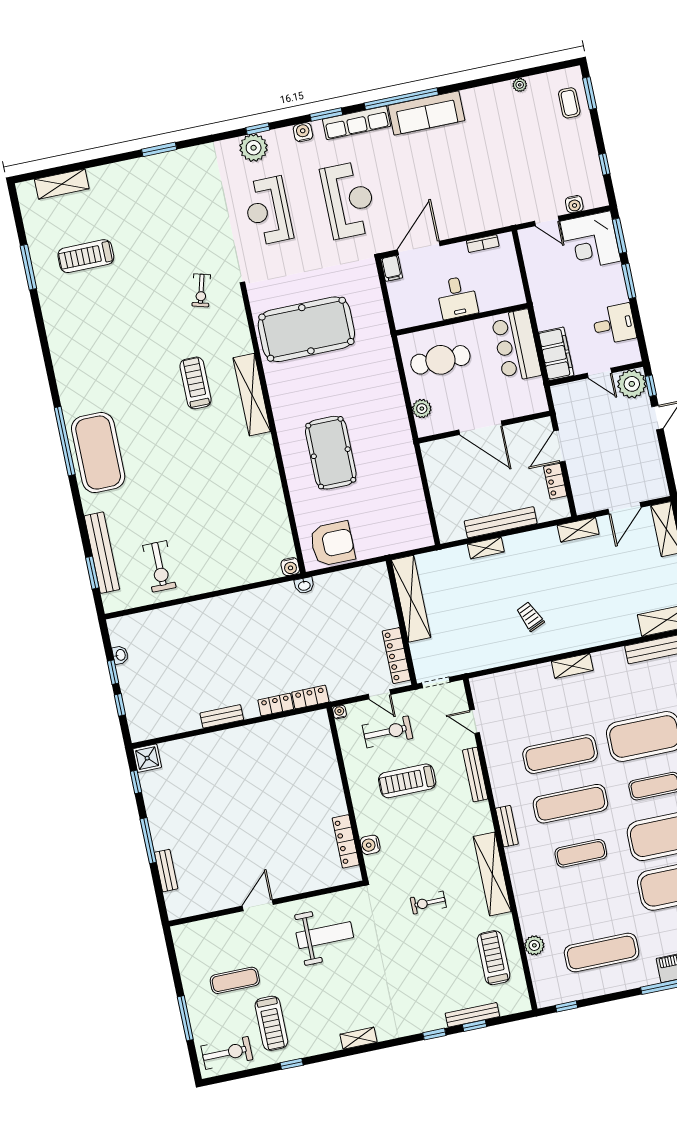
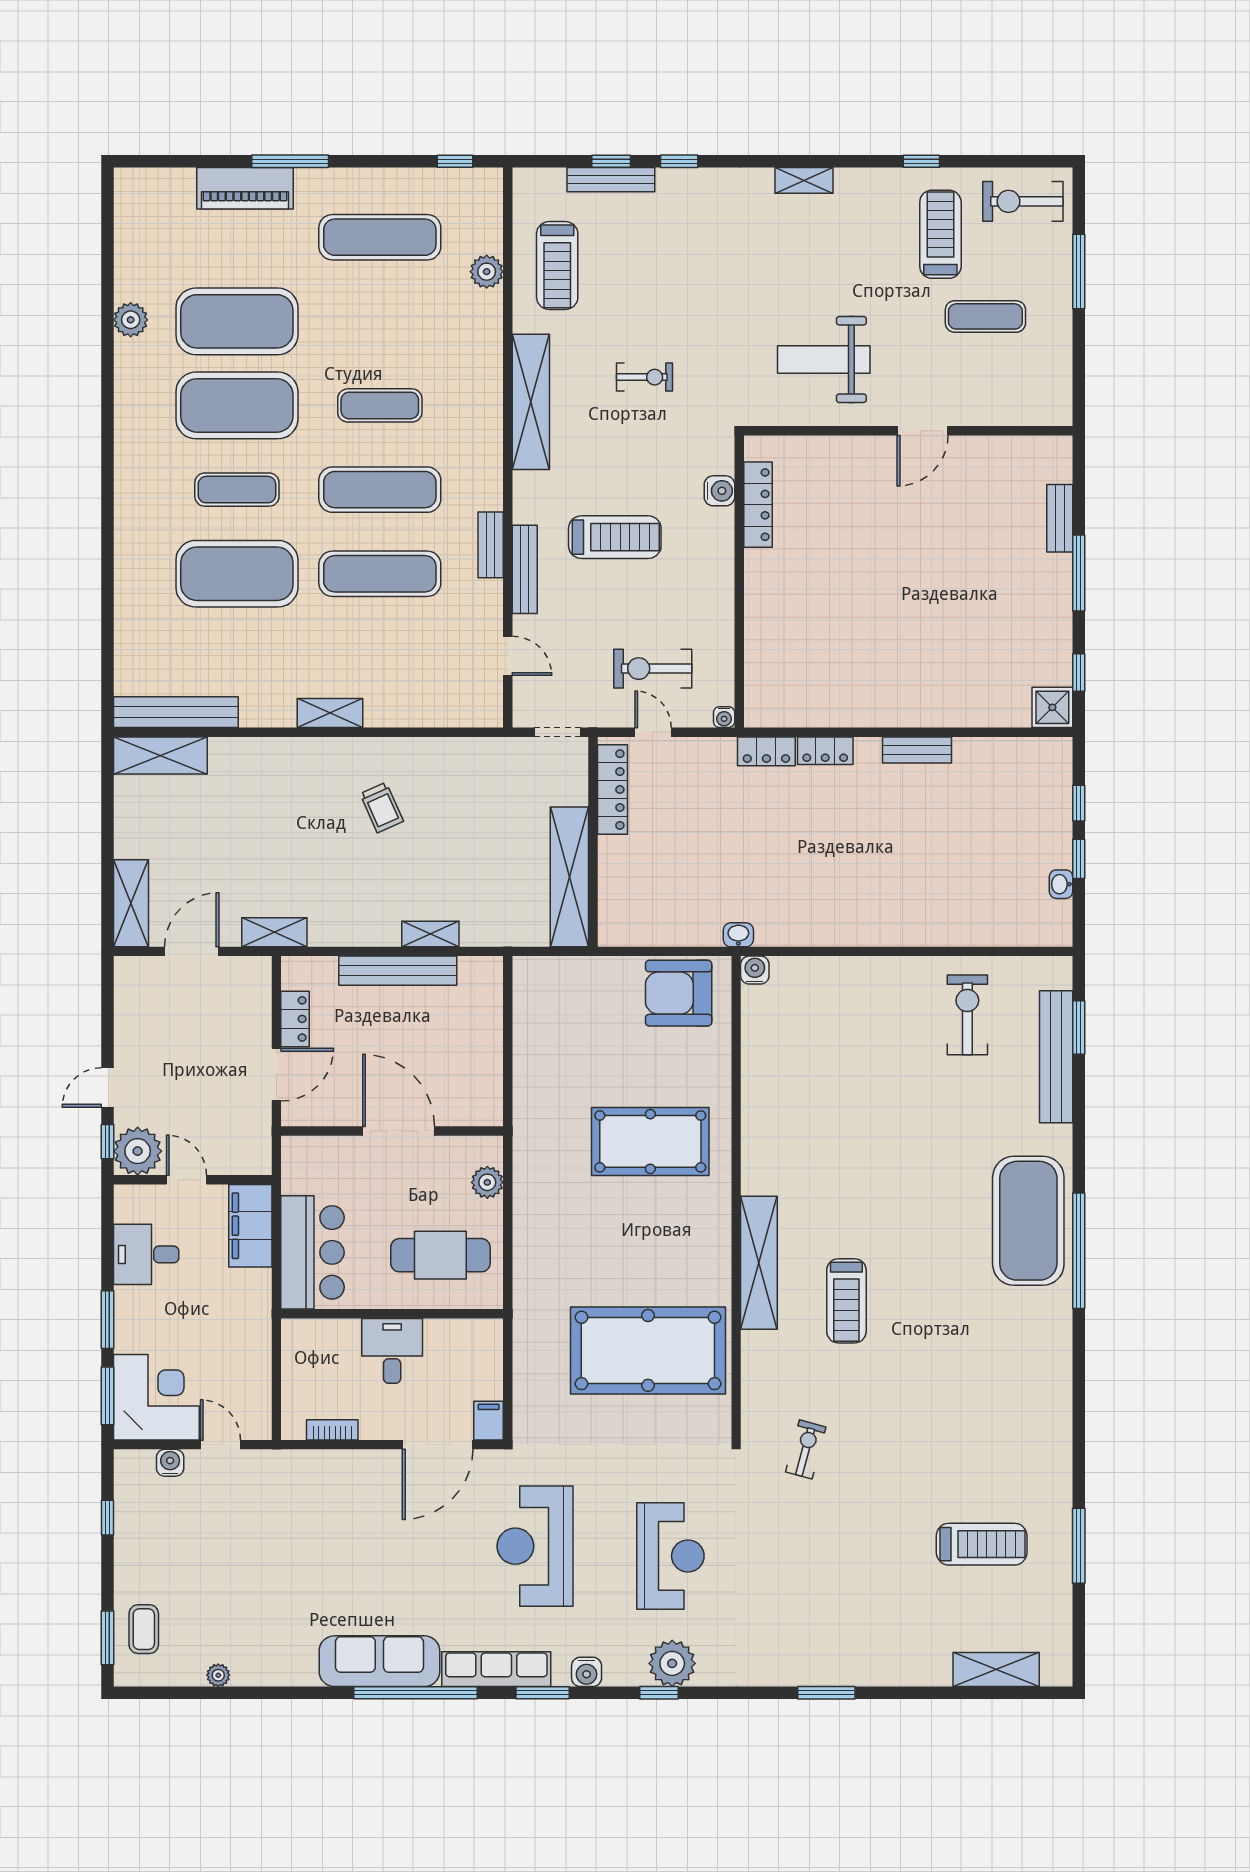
pool table: (331, 453) -> (650, 1141), turned 90
treadmill: (407, 781) -> (615, 537), moved
bench: (507, 826) -> (491, 545), moved

